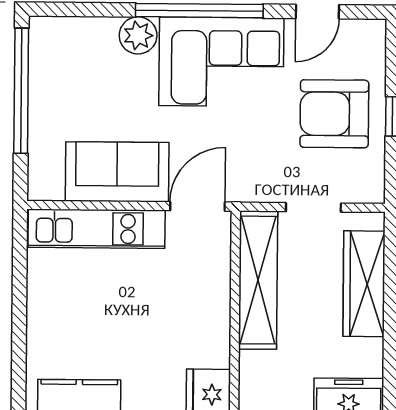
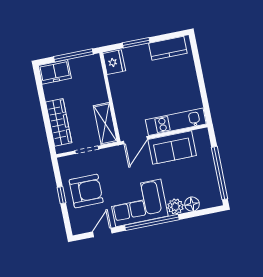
floor lamp: (99, 33) -> (192, 204), added
shelving: (258, 280) -> (105, 124), width x0.68

